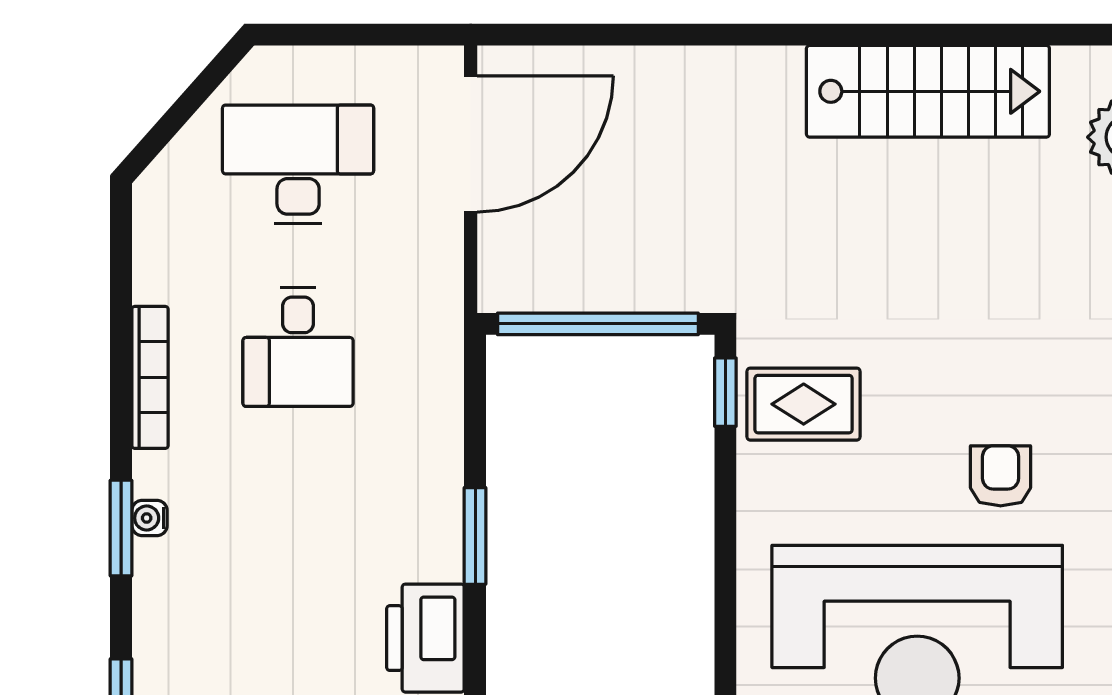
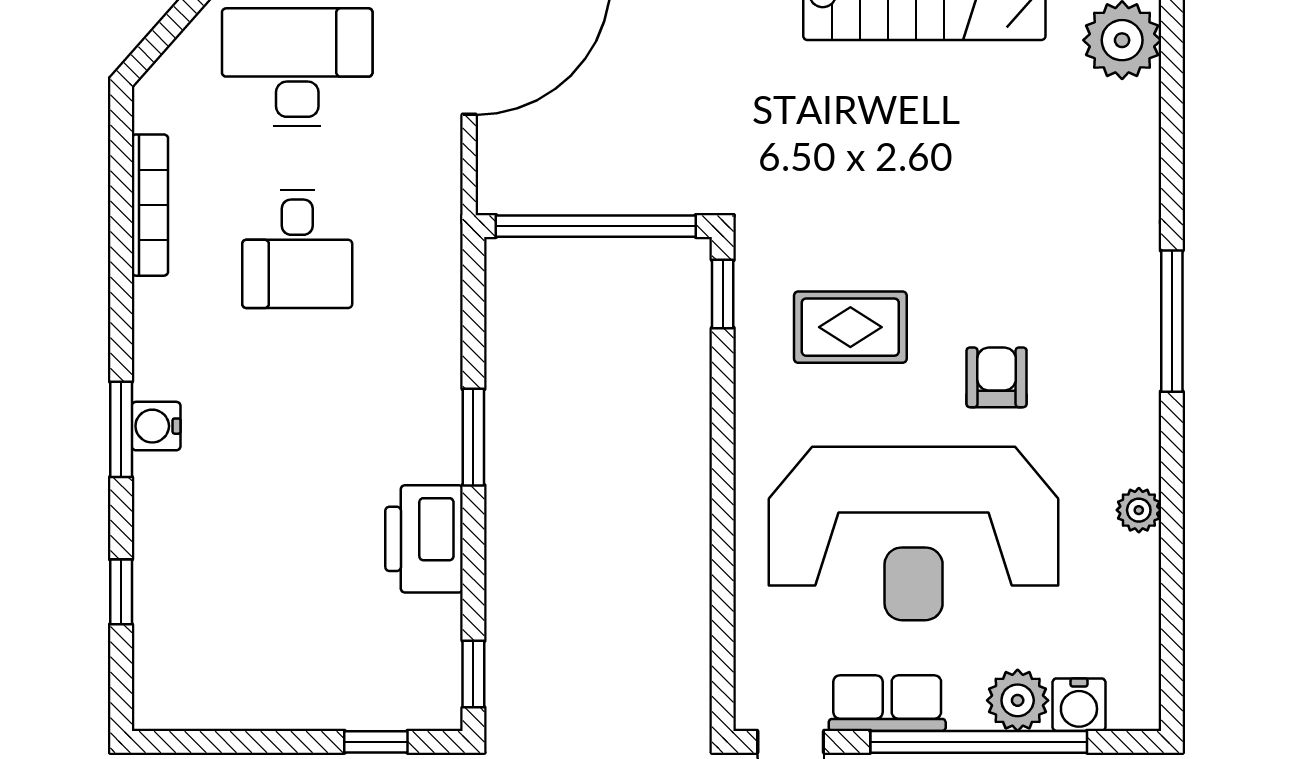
bookcase: (150, 377) -> (150, 205), moved
rug: (804, 404) -> (850, 327), moved
water cooler: (149, 518) -> (156, 426), width x1.38, depth x1.38

